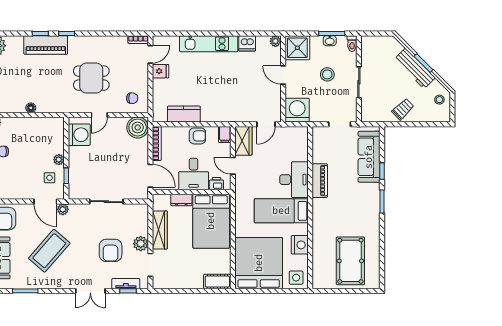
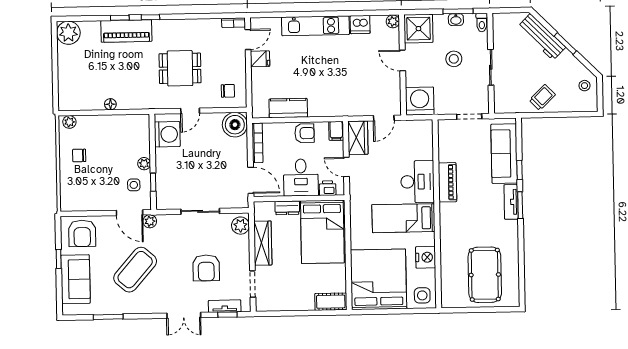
workbench: (415, 68) -> (542, 37), moved
tv unit: (374, 199) -> (511, 202), added
plant: (141, 244) -> (240, 226), moved

